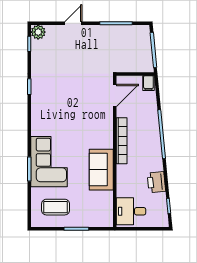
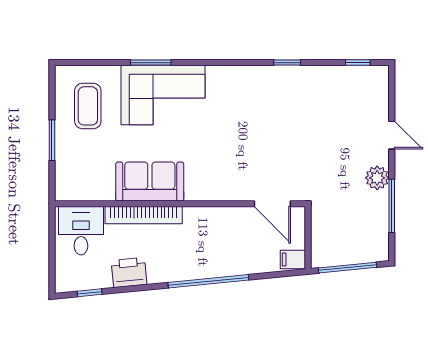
plant: (38, 32) -> (377, 178), moved
bookcase: (122, 141) -> (144, 215), moved

